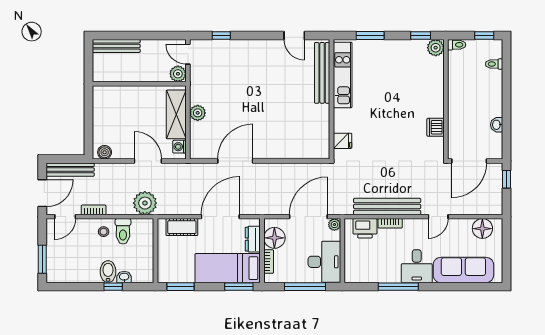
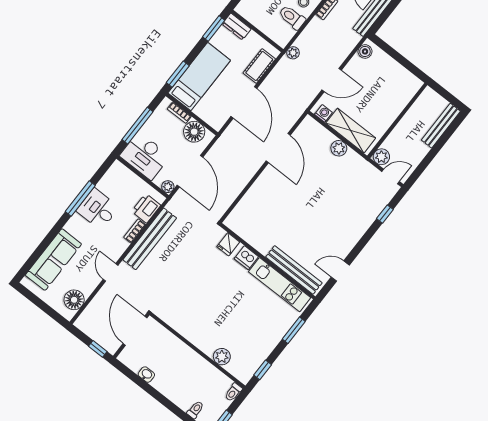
plant: (436, 48) -> (222, 357), moved
dishwasher: (436, 127) -> (246, 258), moved, turned 180
plant: (145, 203) -> (293, 53), width x0.53, depth x0.53
dresser: (253, 239) -> (237, 26), moved, turned 180
desk: (417, 266) -> (98, 209), moved

